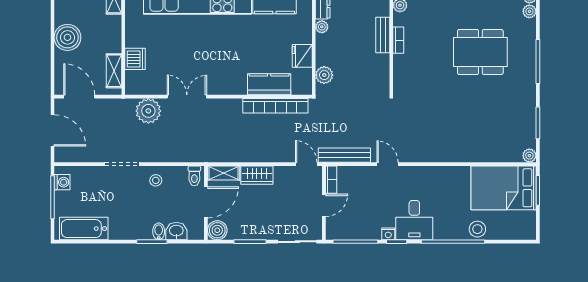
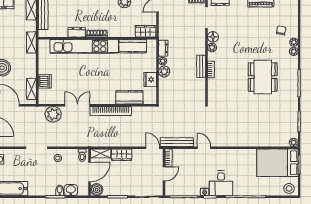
dining table: (480, 52) -> (263, 77), turned 90
plant: (324, 75) -> (164, 72), moved
bookcase: (275, 106) -> (111, 111), moved
stool: (477, 229) -> (289, 188), moved

